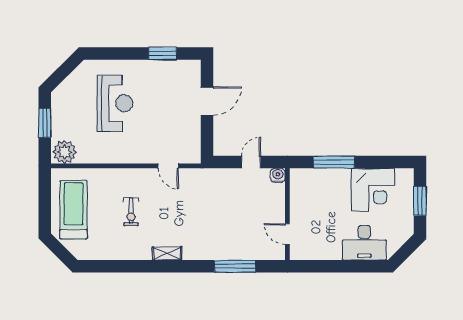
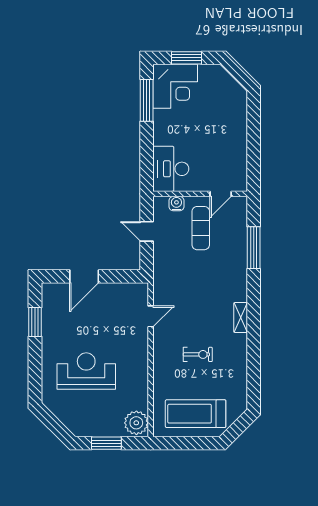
door: (207, 101) -> (84, 276), swing flipped
window: (334, 162) -> (147, 100), moved
water cooler: (278, 175) -> (176, 204), moved, turned 90
corner desk: (373, 190) -> (175, 86), moved, turned 90
exercise mat: (254, 215) -> (201, 228), added
desk: (364, 243) -> (171, 169), moved, turned 180

